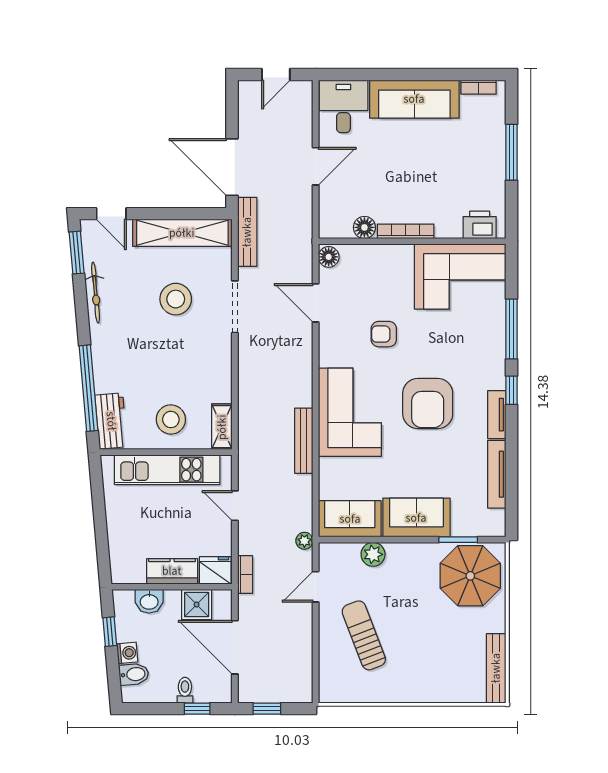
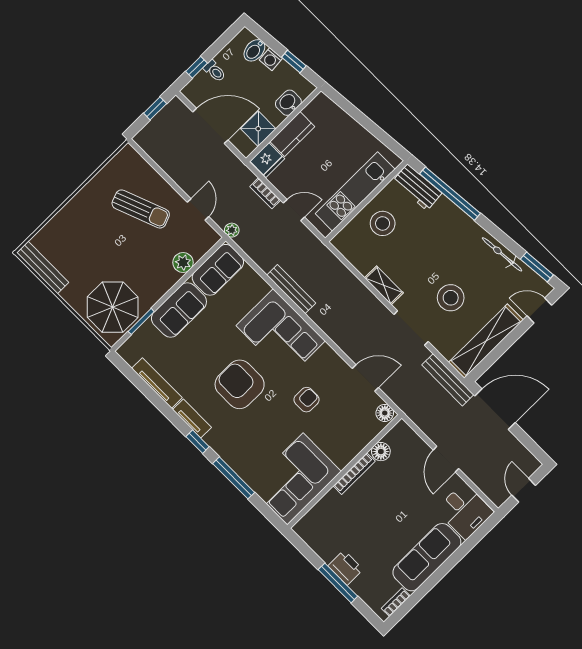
printer: (480, 225) -> (345, 568), moved, turned -90
shelving: (222, 427) -> (384, 285), moved
bookcase: (245, 575) -> (265, 193), moved

